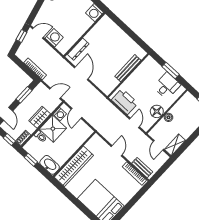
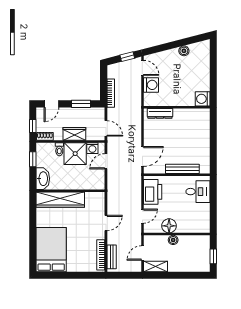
window: (171, 71) -> (213, 206), removed
door: (81, 73) -> (142, 157), moved
desk: (167, 86) -> (198, 192), moved

